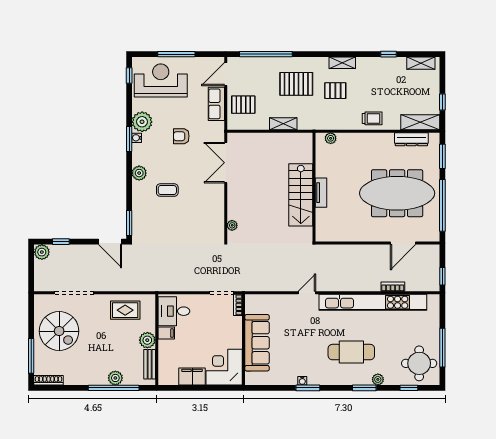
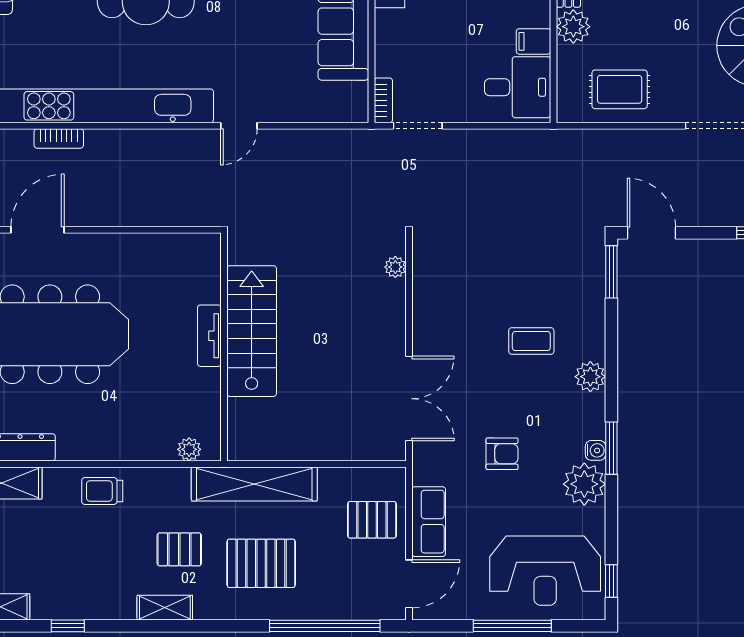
shelving: (283, 124) -> (254, 484), width x2.20, depth x1.33

